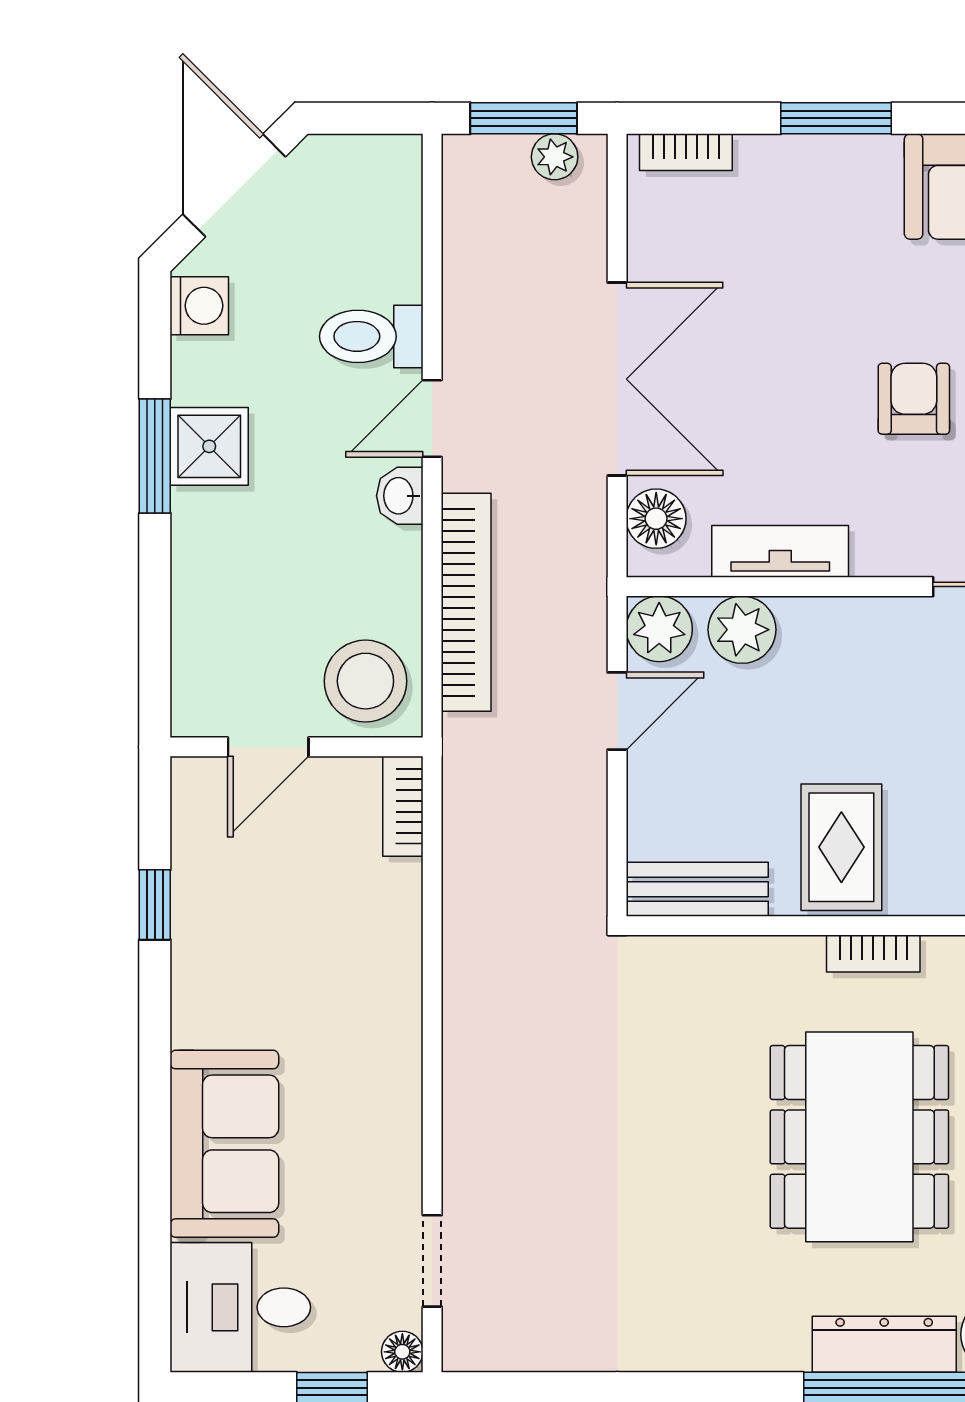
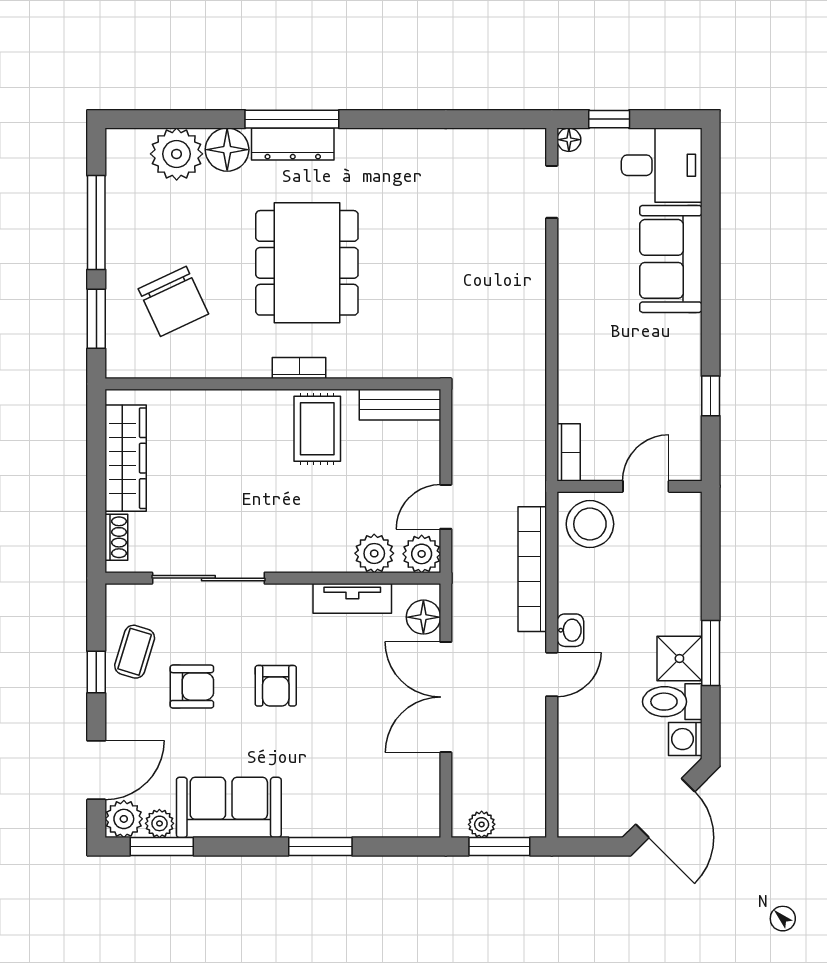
bookcase: (686, 152) -> (406, 827), removed
toilet: (371, 336) -> (672, 702), moved, turned 180

